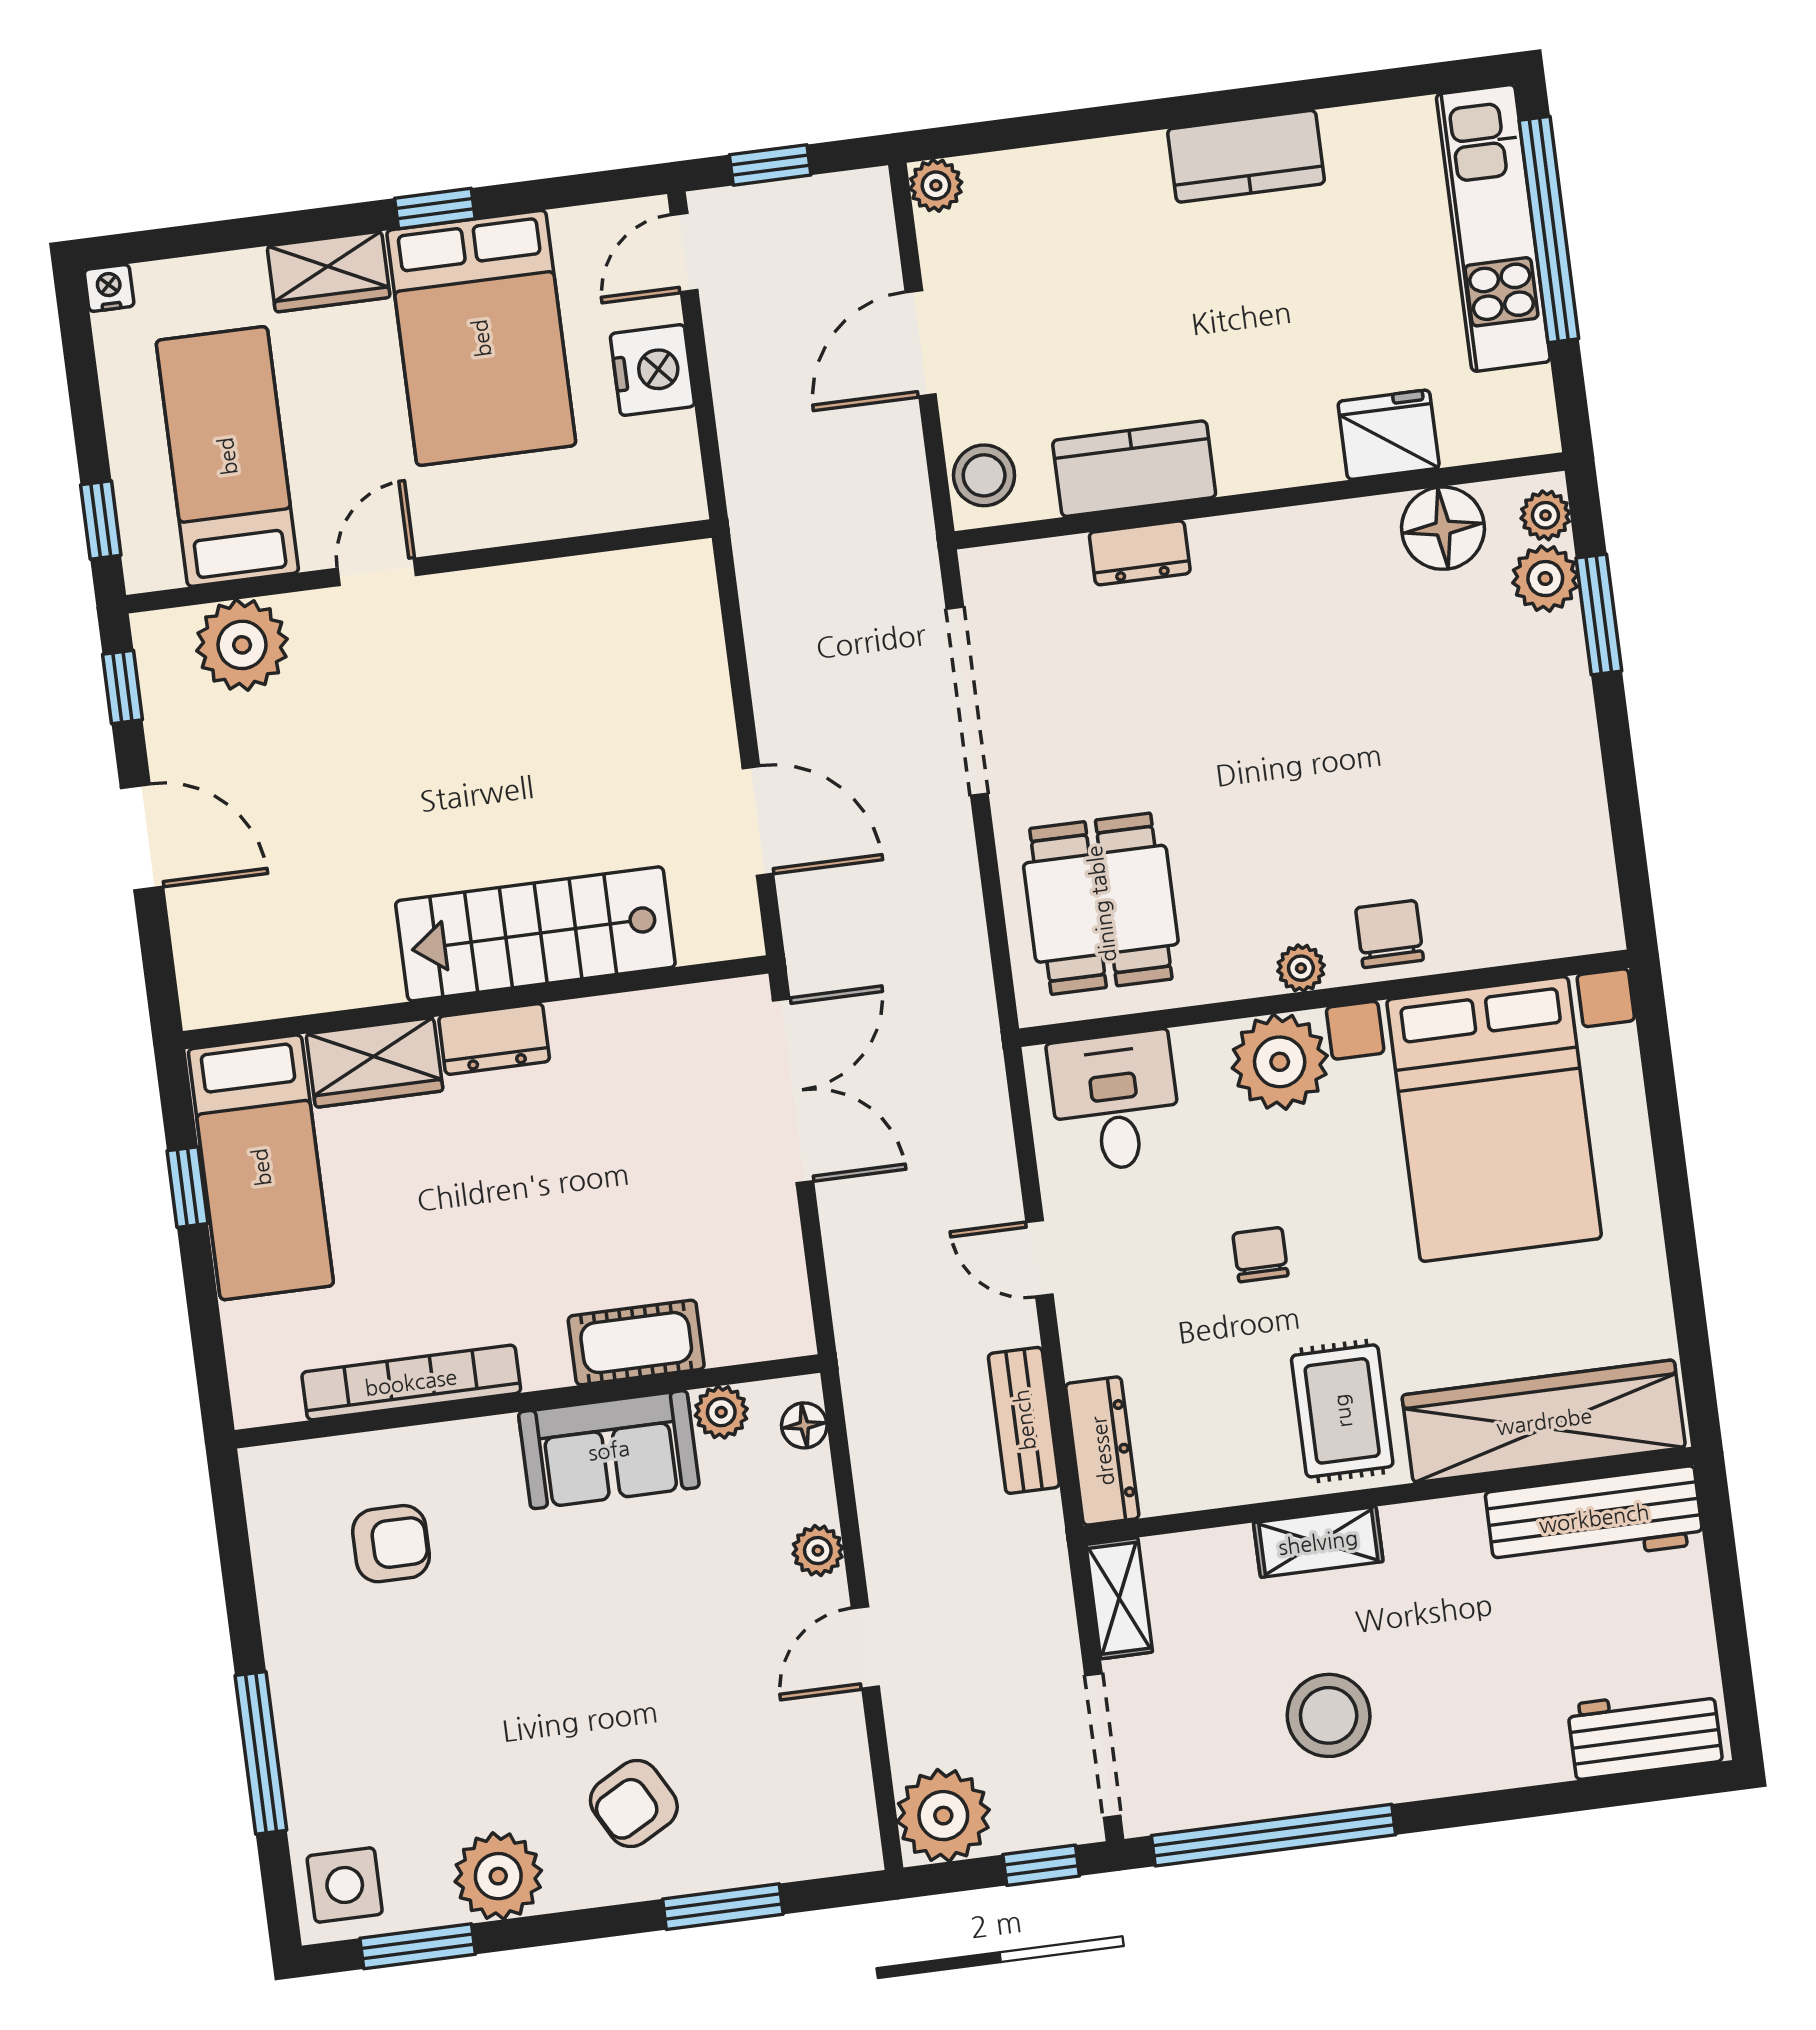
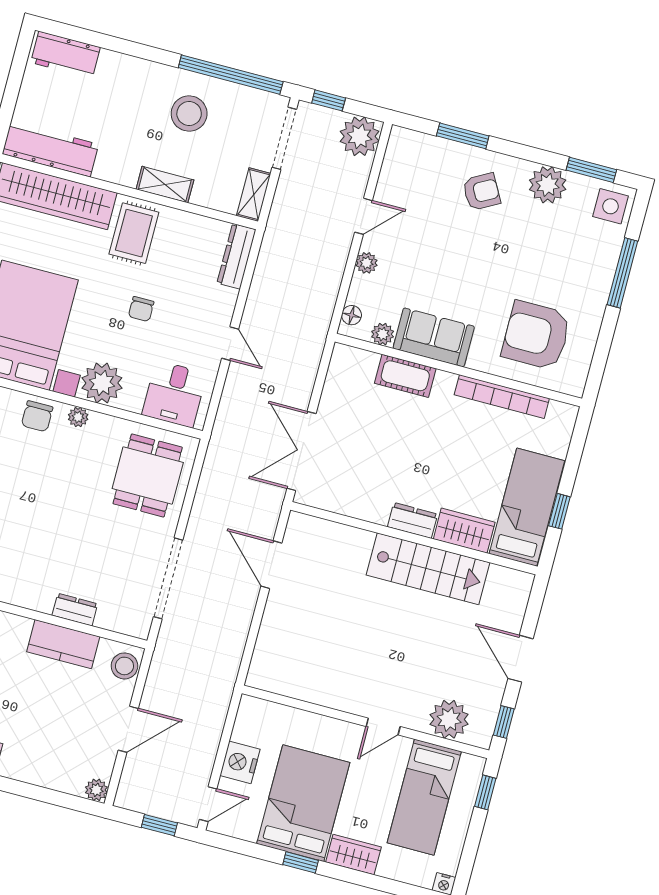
stairs: (535, 934) -> (428, 569), moved
bench: (1024, 1420) -> (263, 281), removed
armchair: (391, 1544) -> (536, 335), width x1.88, depth x1.88

